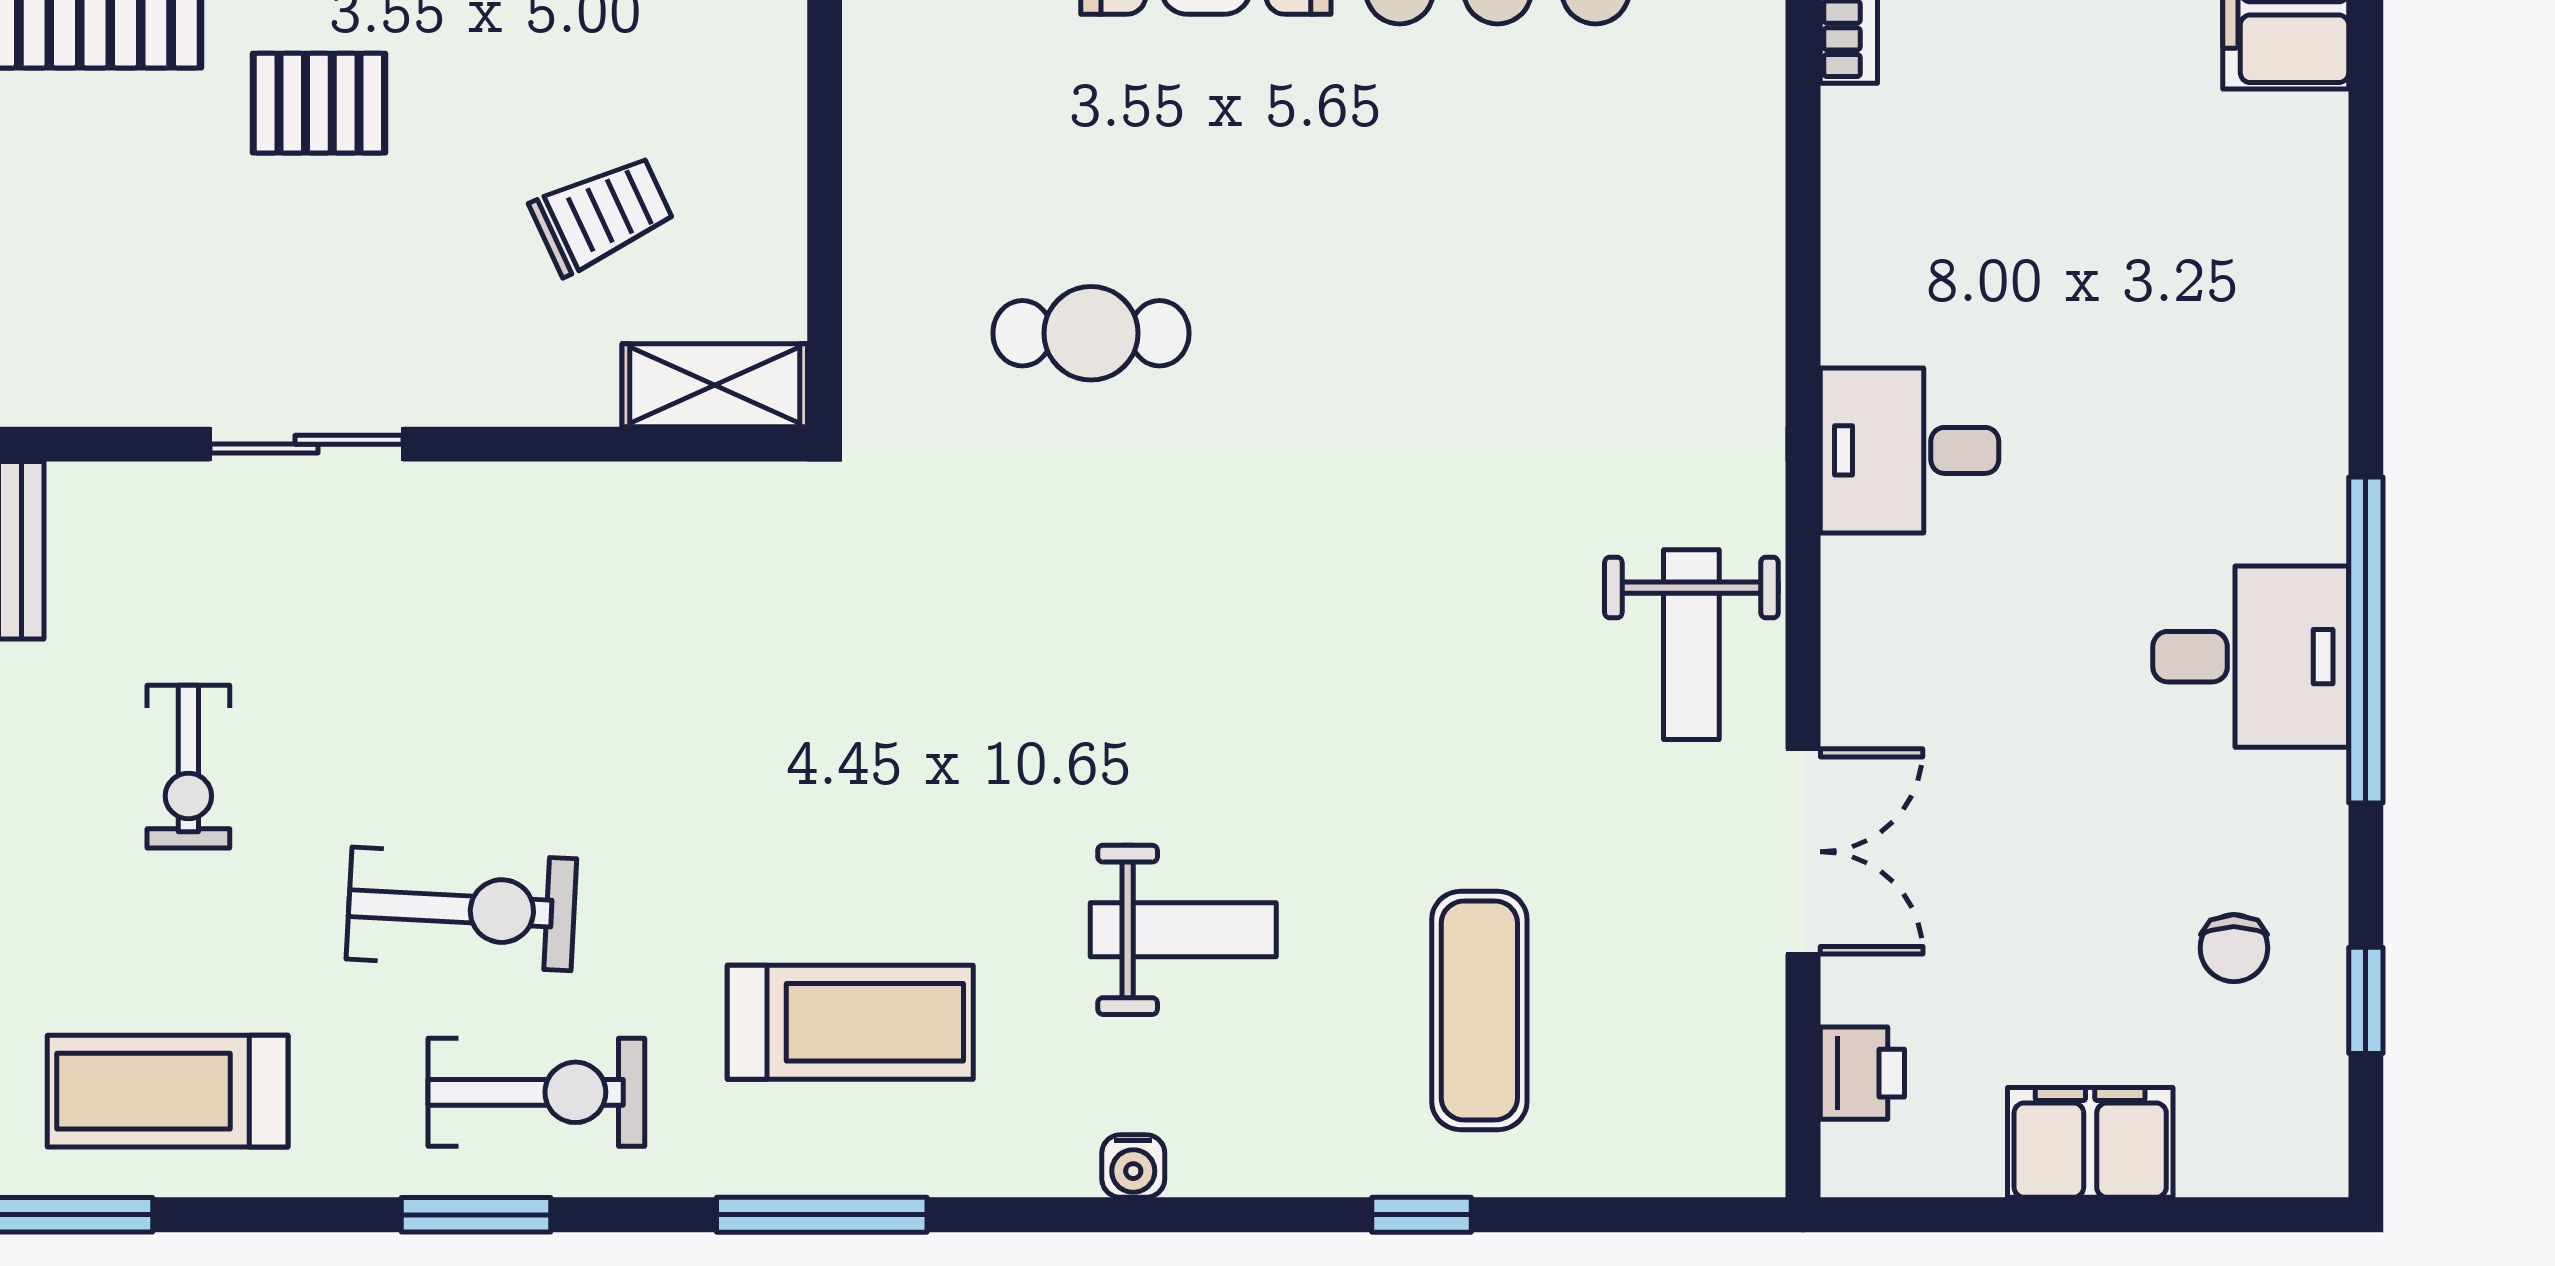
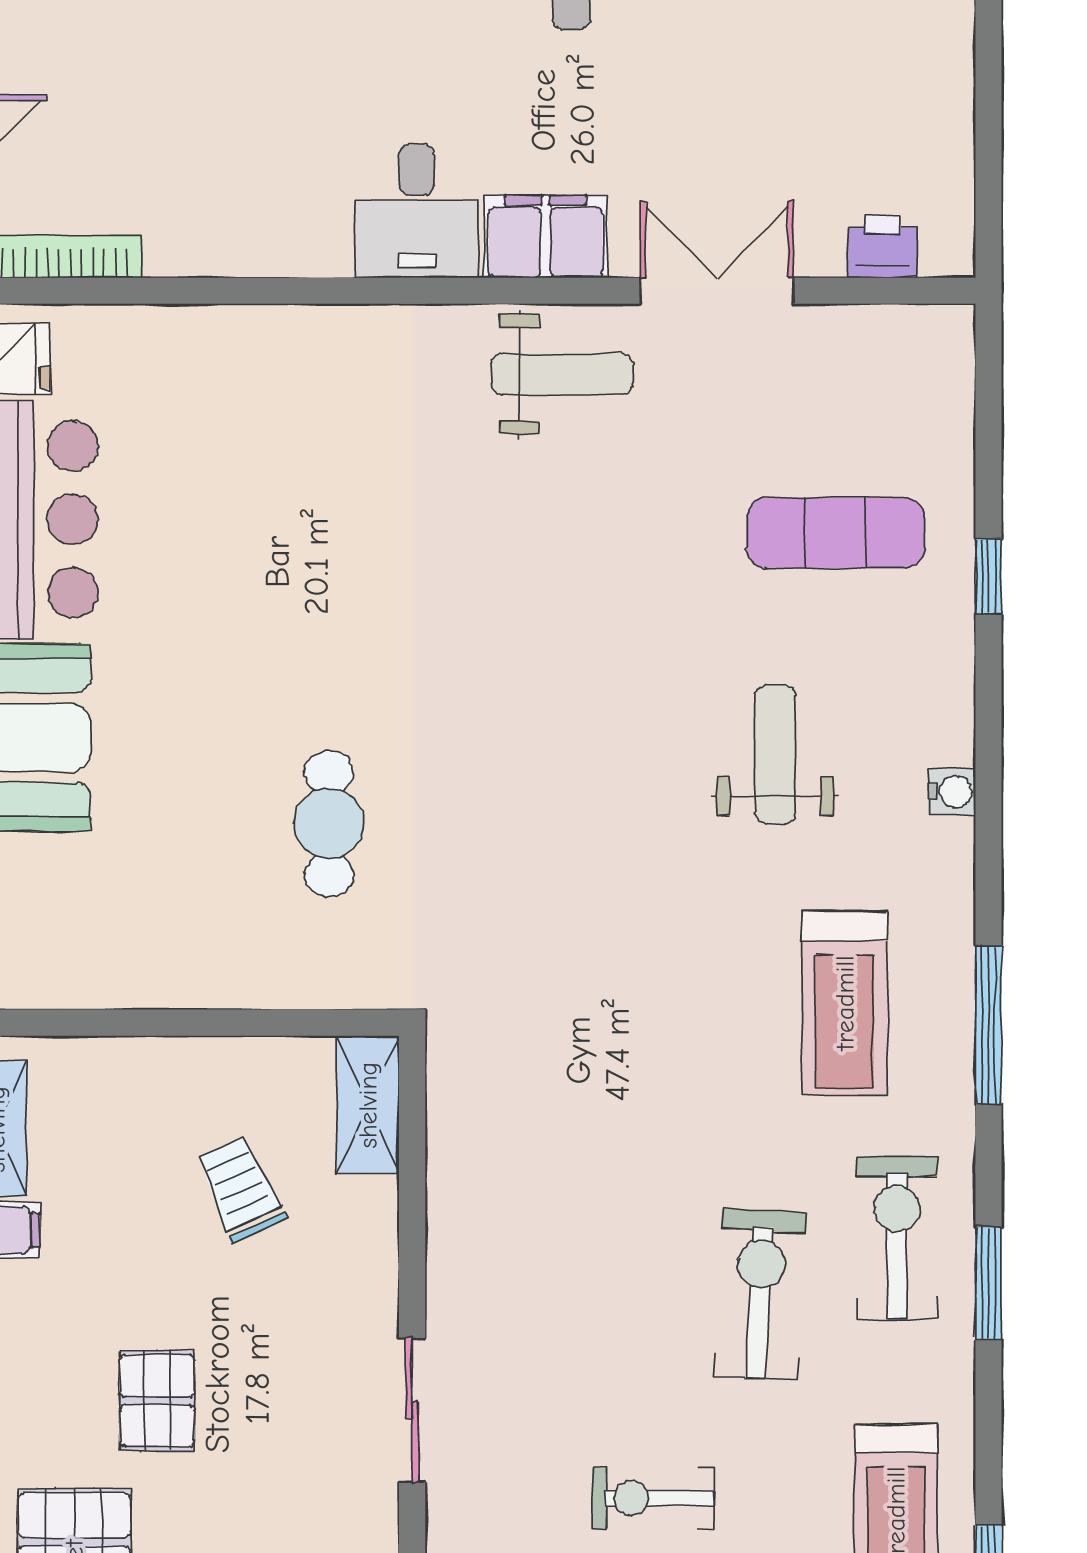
exercise bike: (188, 767) -> (653, 1498), turned 180
treadmill: (850, 1022) -> (845, 1003), turned 180
filing cabinet: (2090, 1142) -> (546, 237), moved, turned 90

